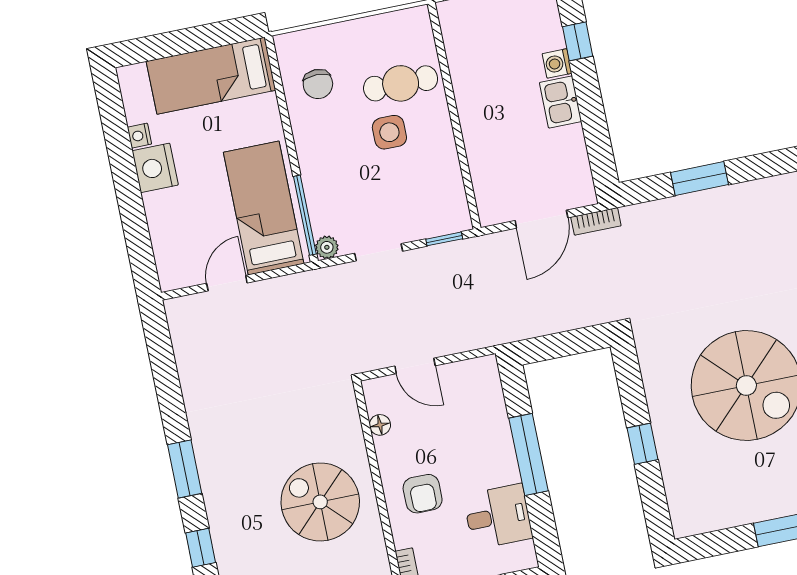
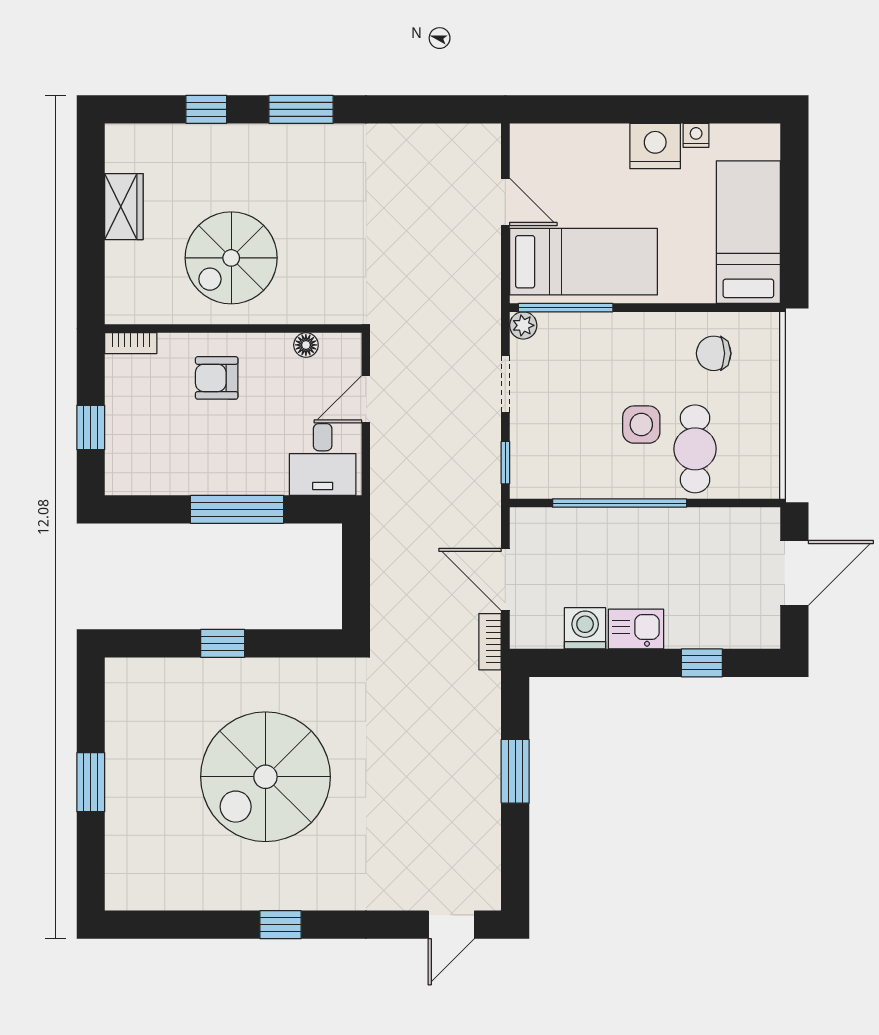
washing machine: (557, 63) -> (585, 628), moved, width x1.38, depth x1.38
window: (458, 137) -> (620, 503), added
spiral stairs: (320, 502) -> (231, 258), turned 180
desk: (498, 517) -> (323, 459), moved

